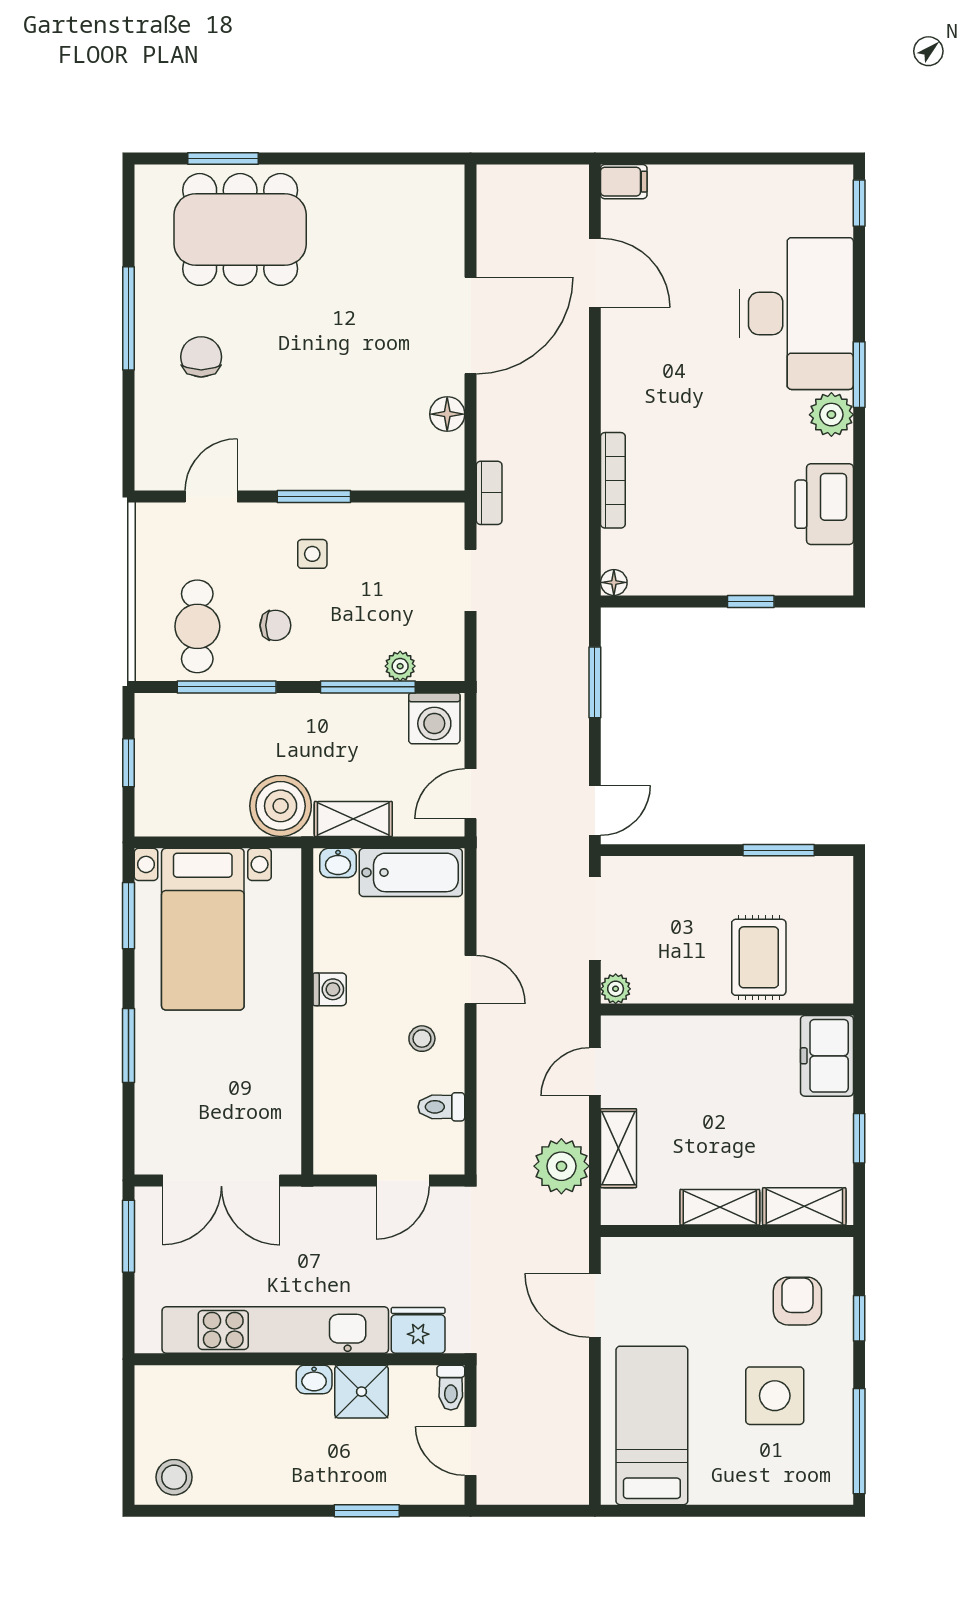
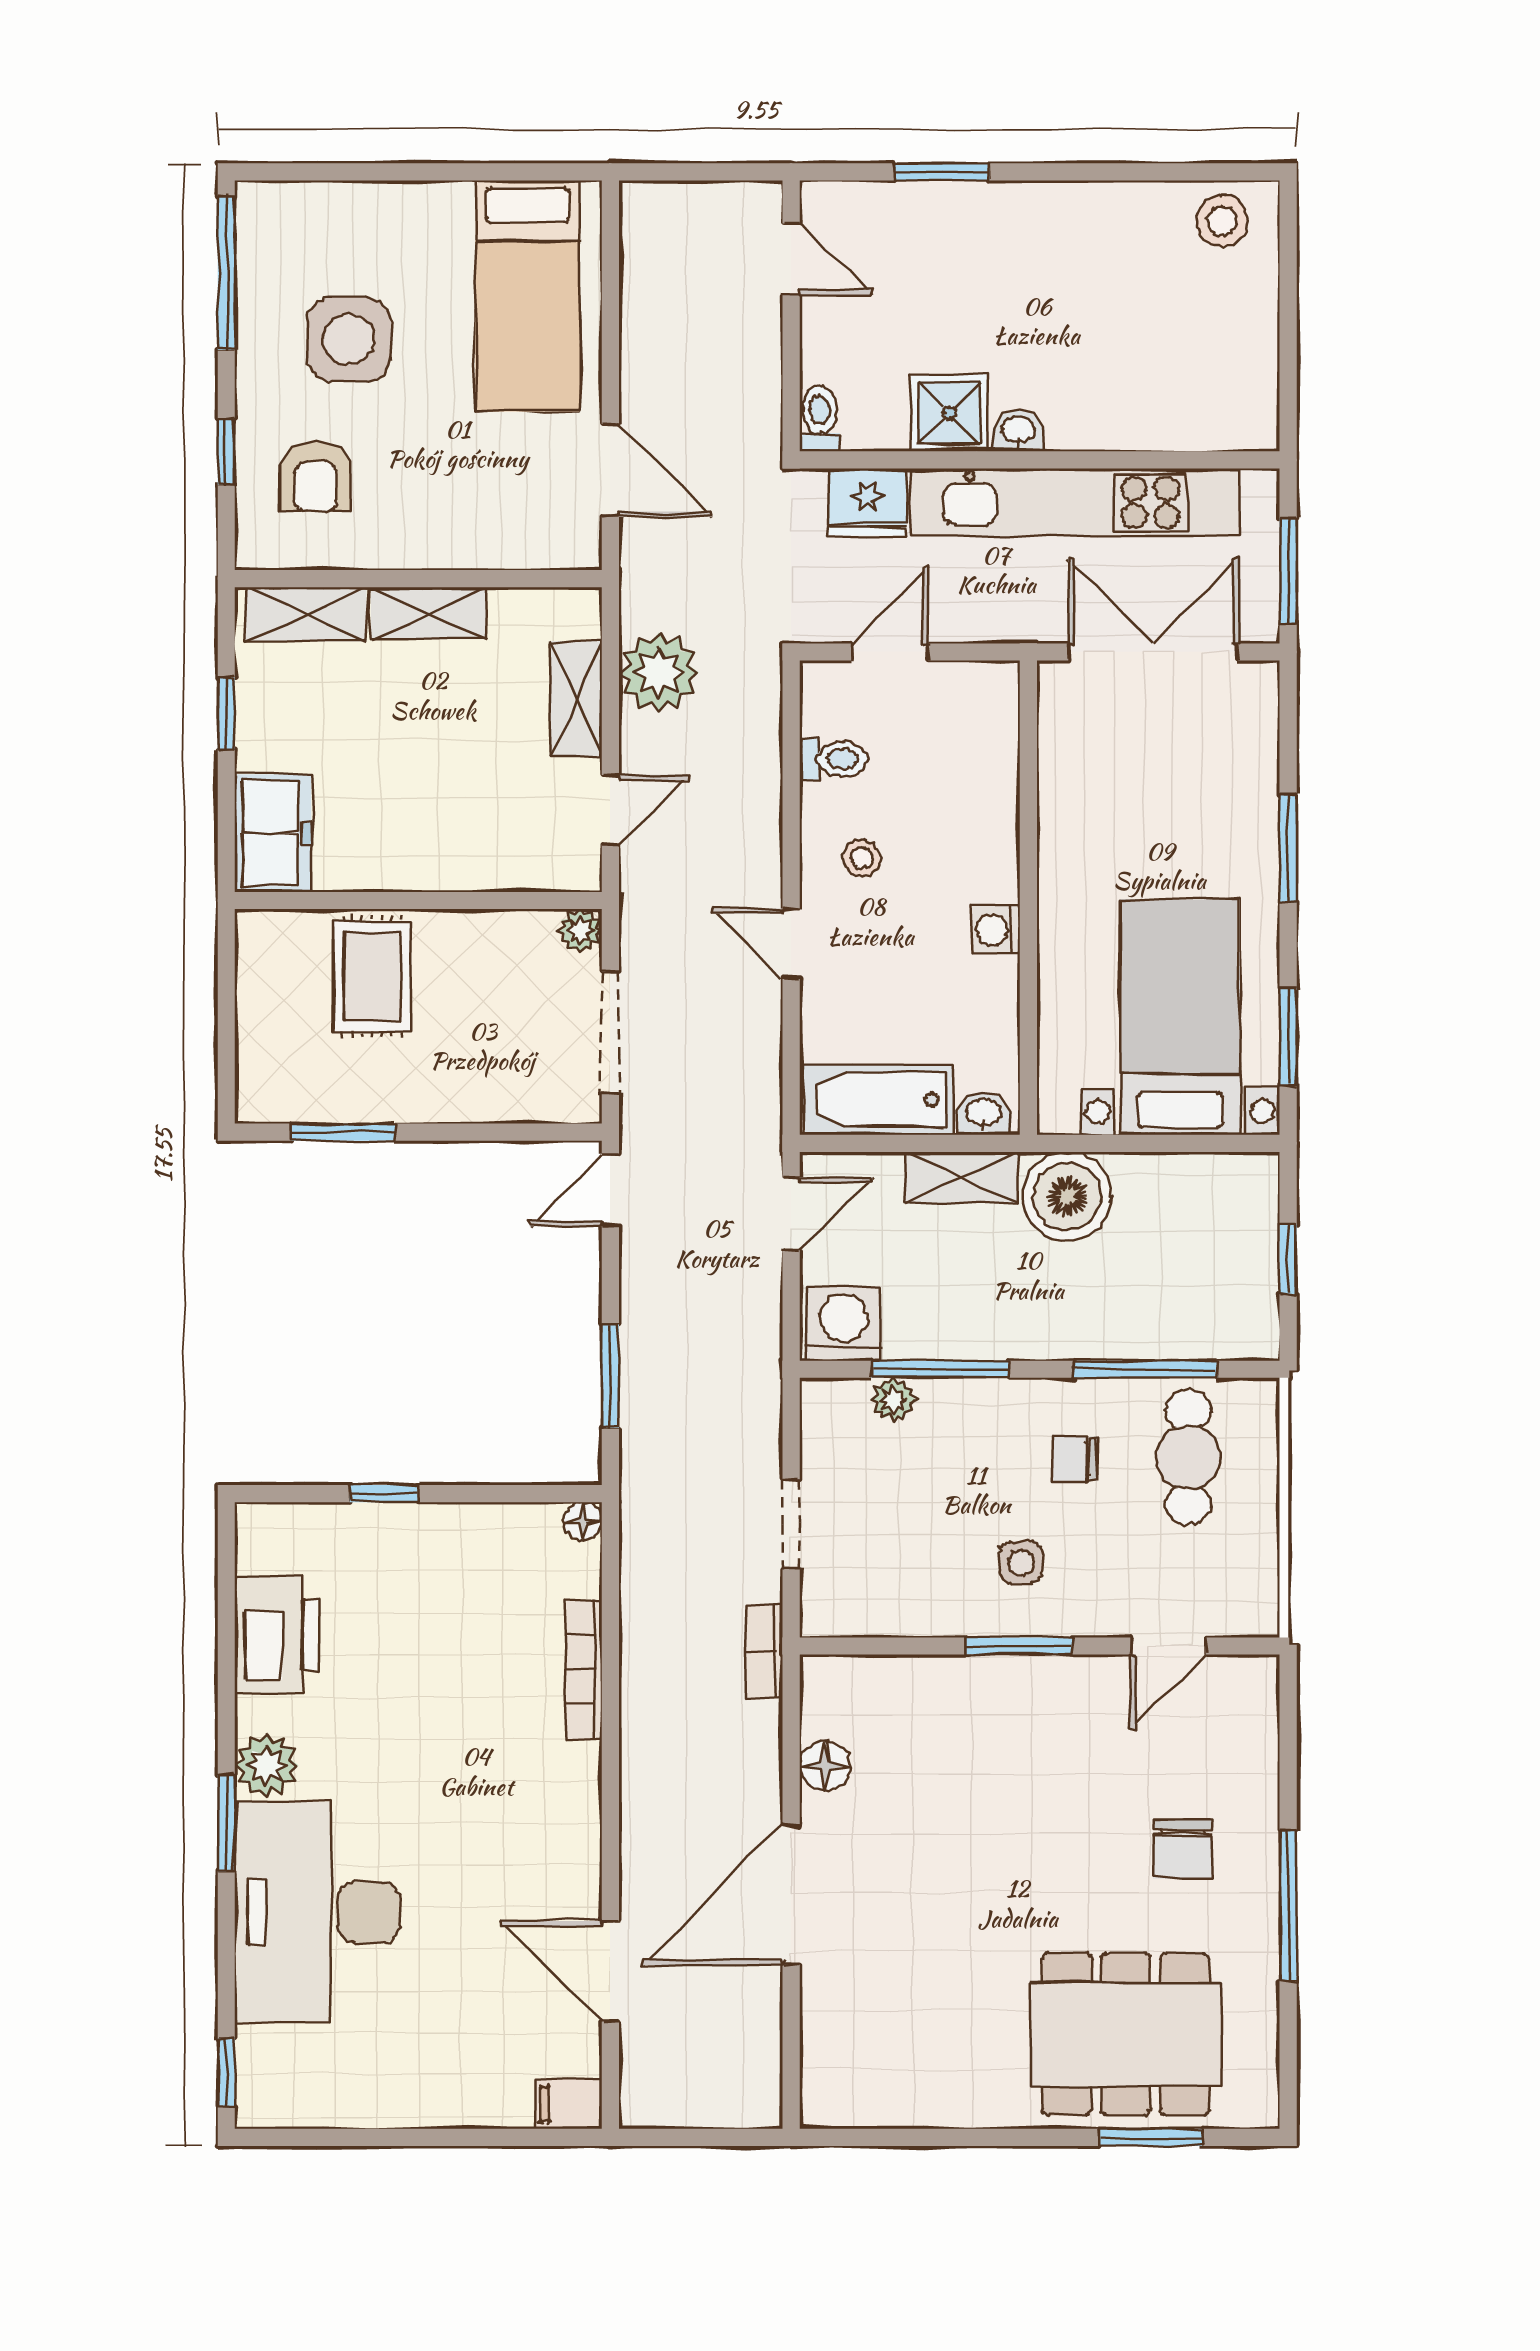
kitchen unit: (275, 1330) -> (1075, 502), moved
fridge: (418, 1330) -> (867, 502), moved
wall: (300, 1359) -> (1040, 460), moved
washbasin: (314, 1379) -> (1018, 431), moved
toilet: (451, 1388) -> (820, 419), moved
shower: (361, 1392) -> (950, 413), moved

